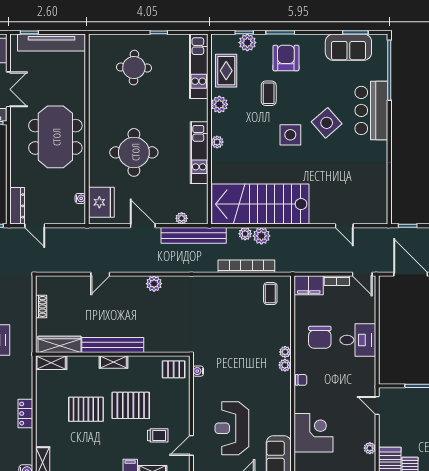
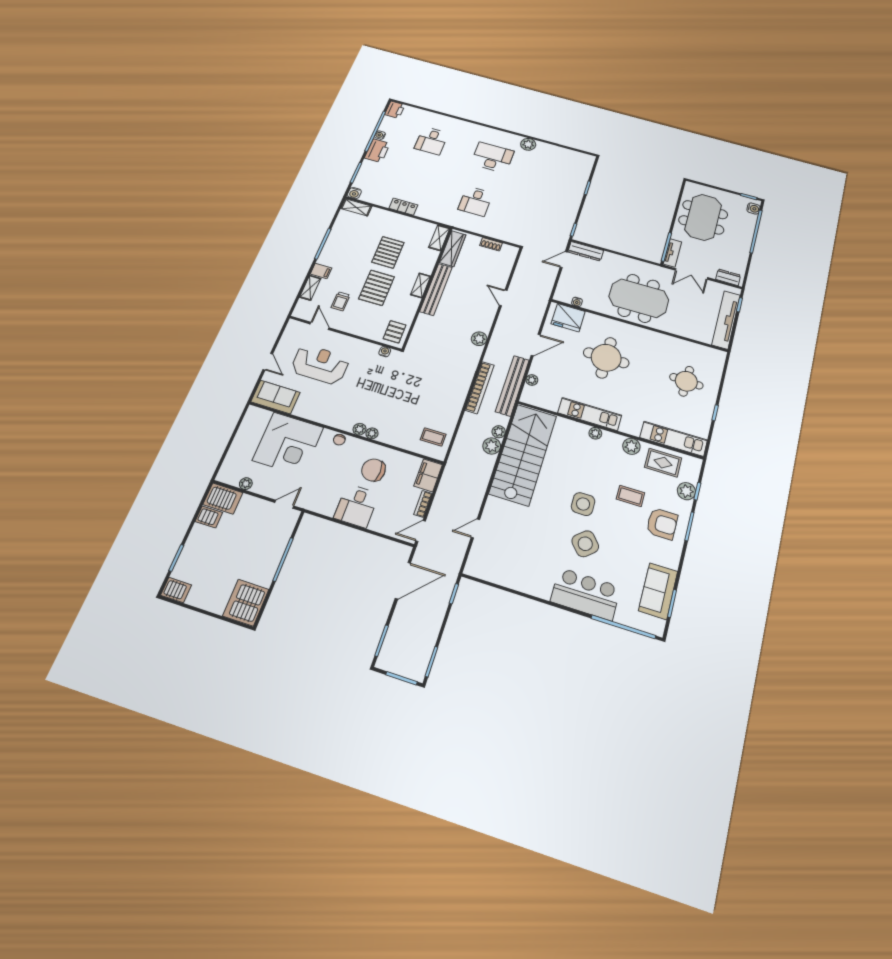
bookcase: (246, 266) -> (480, 387), moved
corner desk: (313, 433) -> (288, 444), width x1.36, depth x1.36

